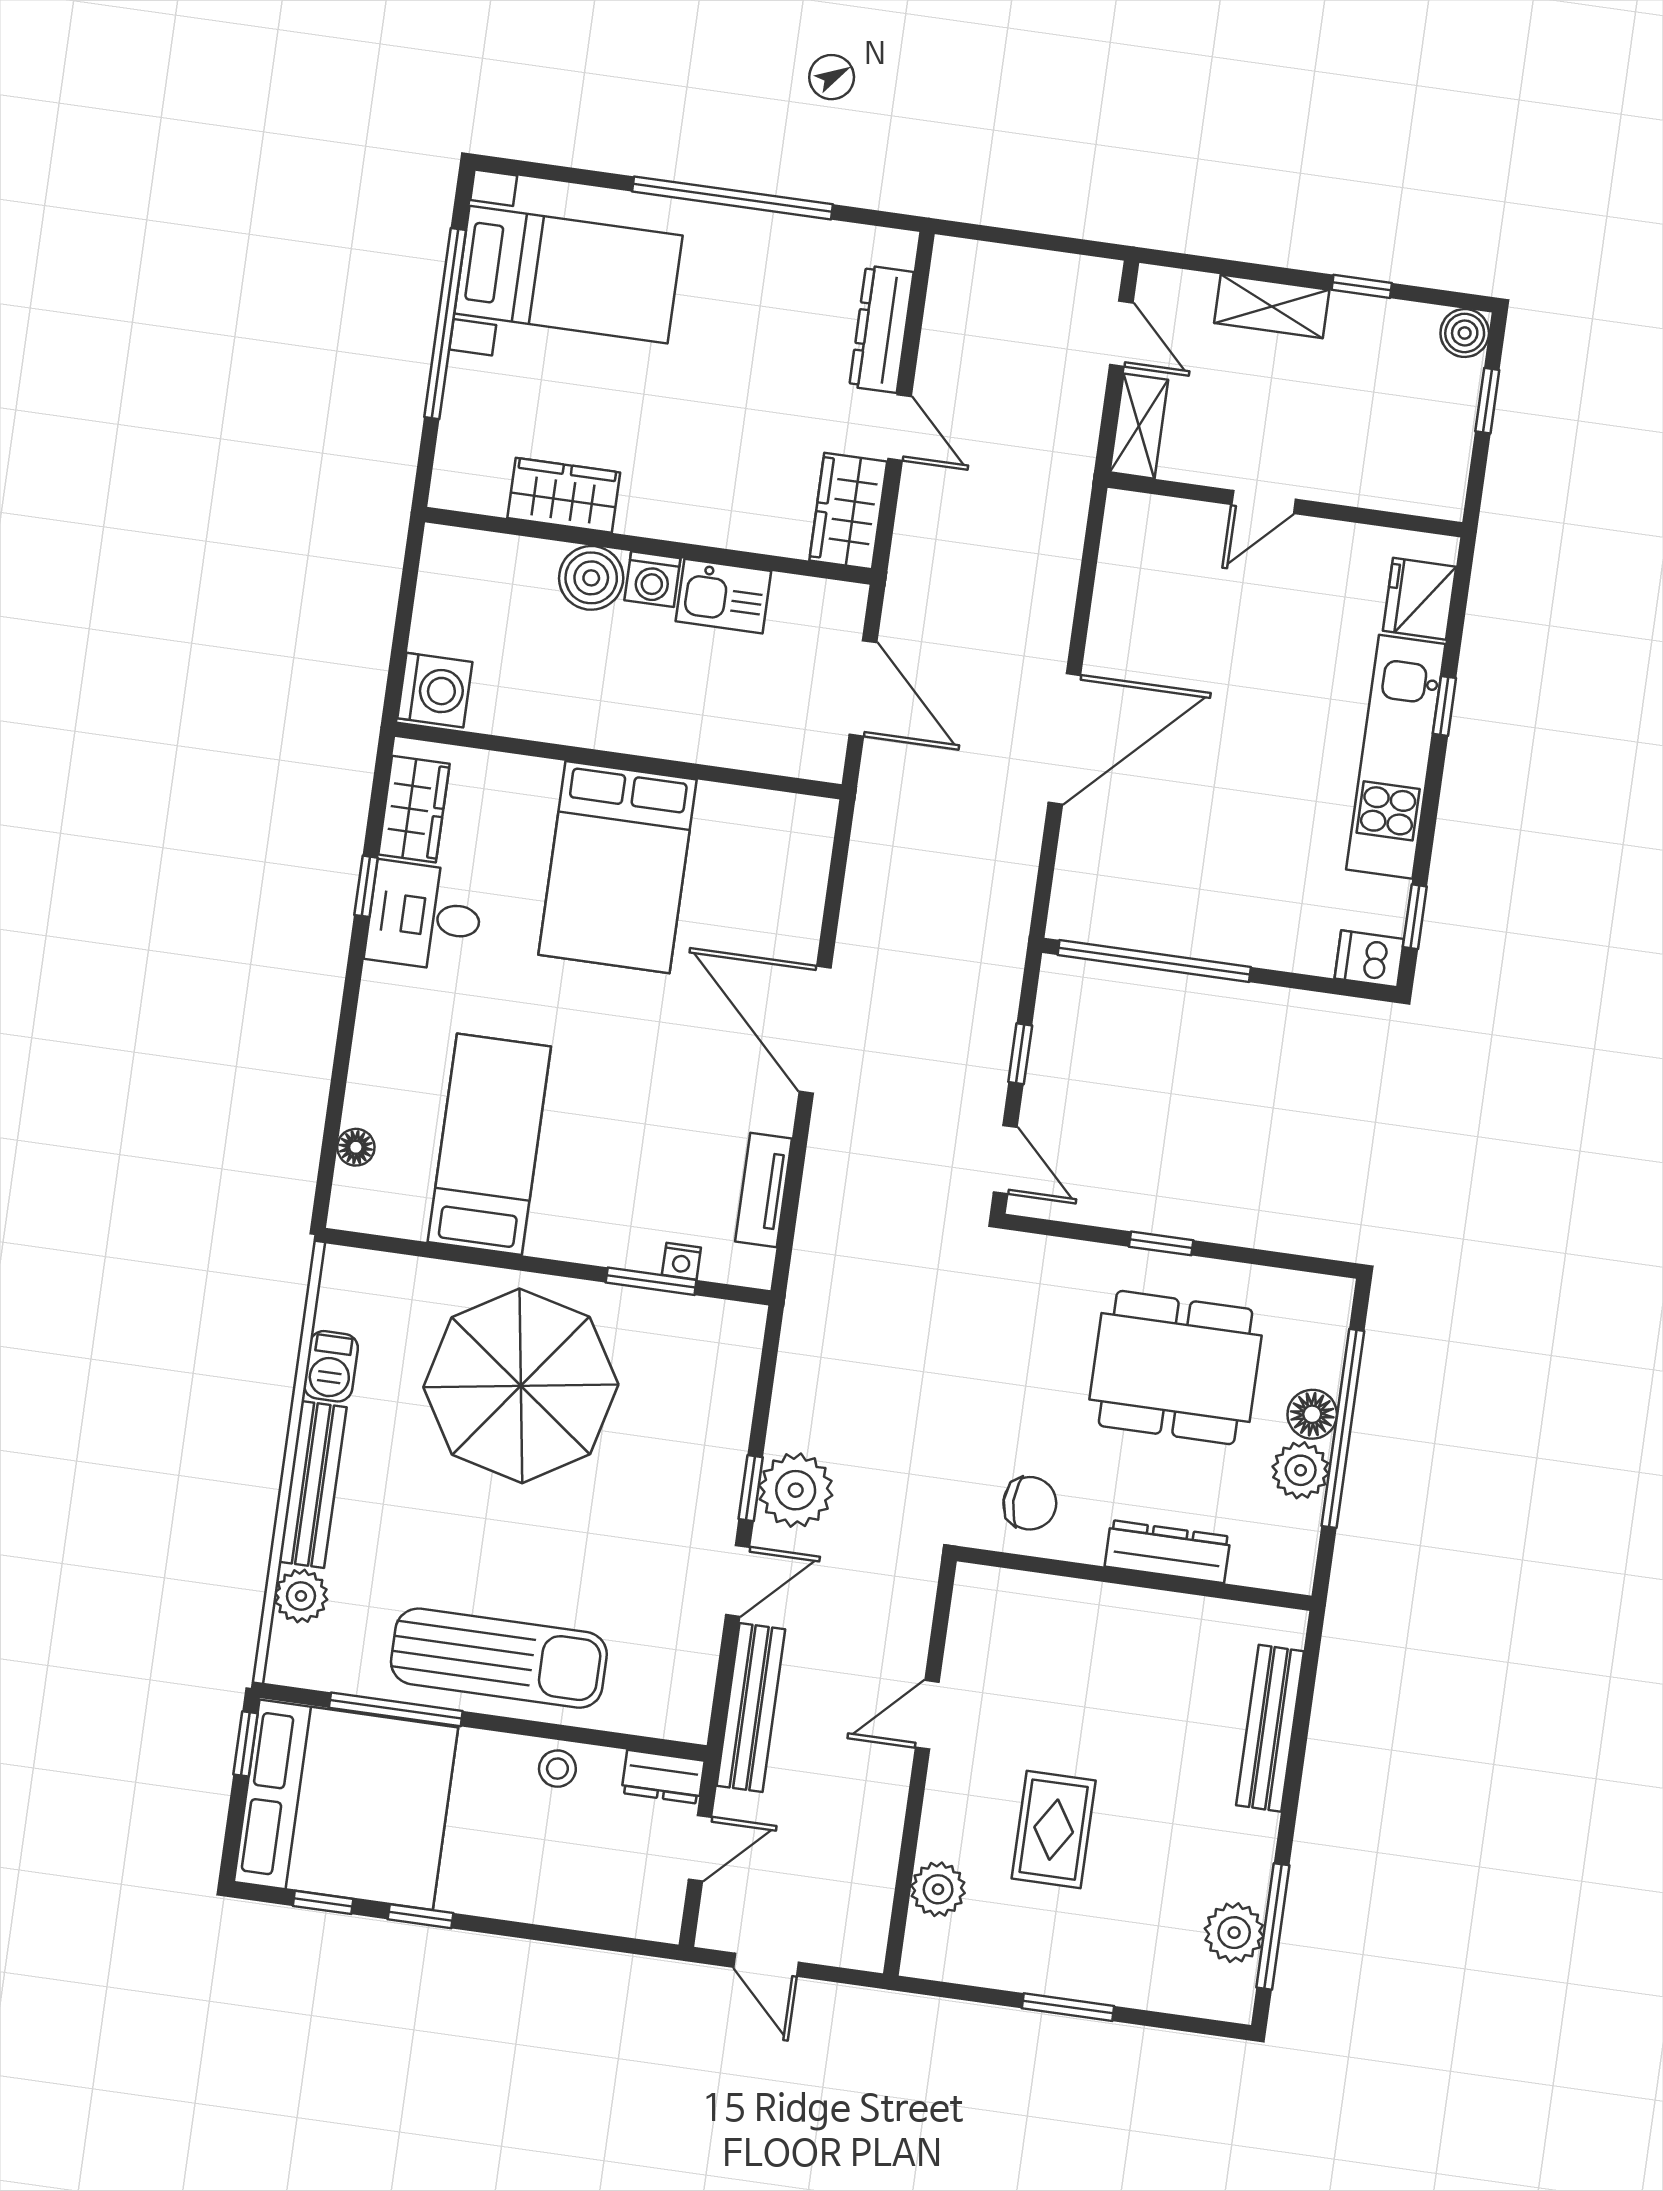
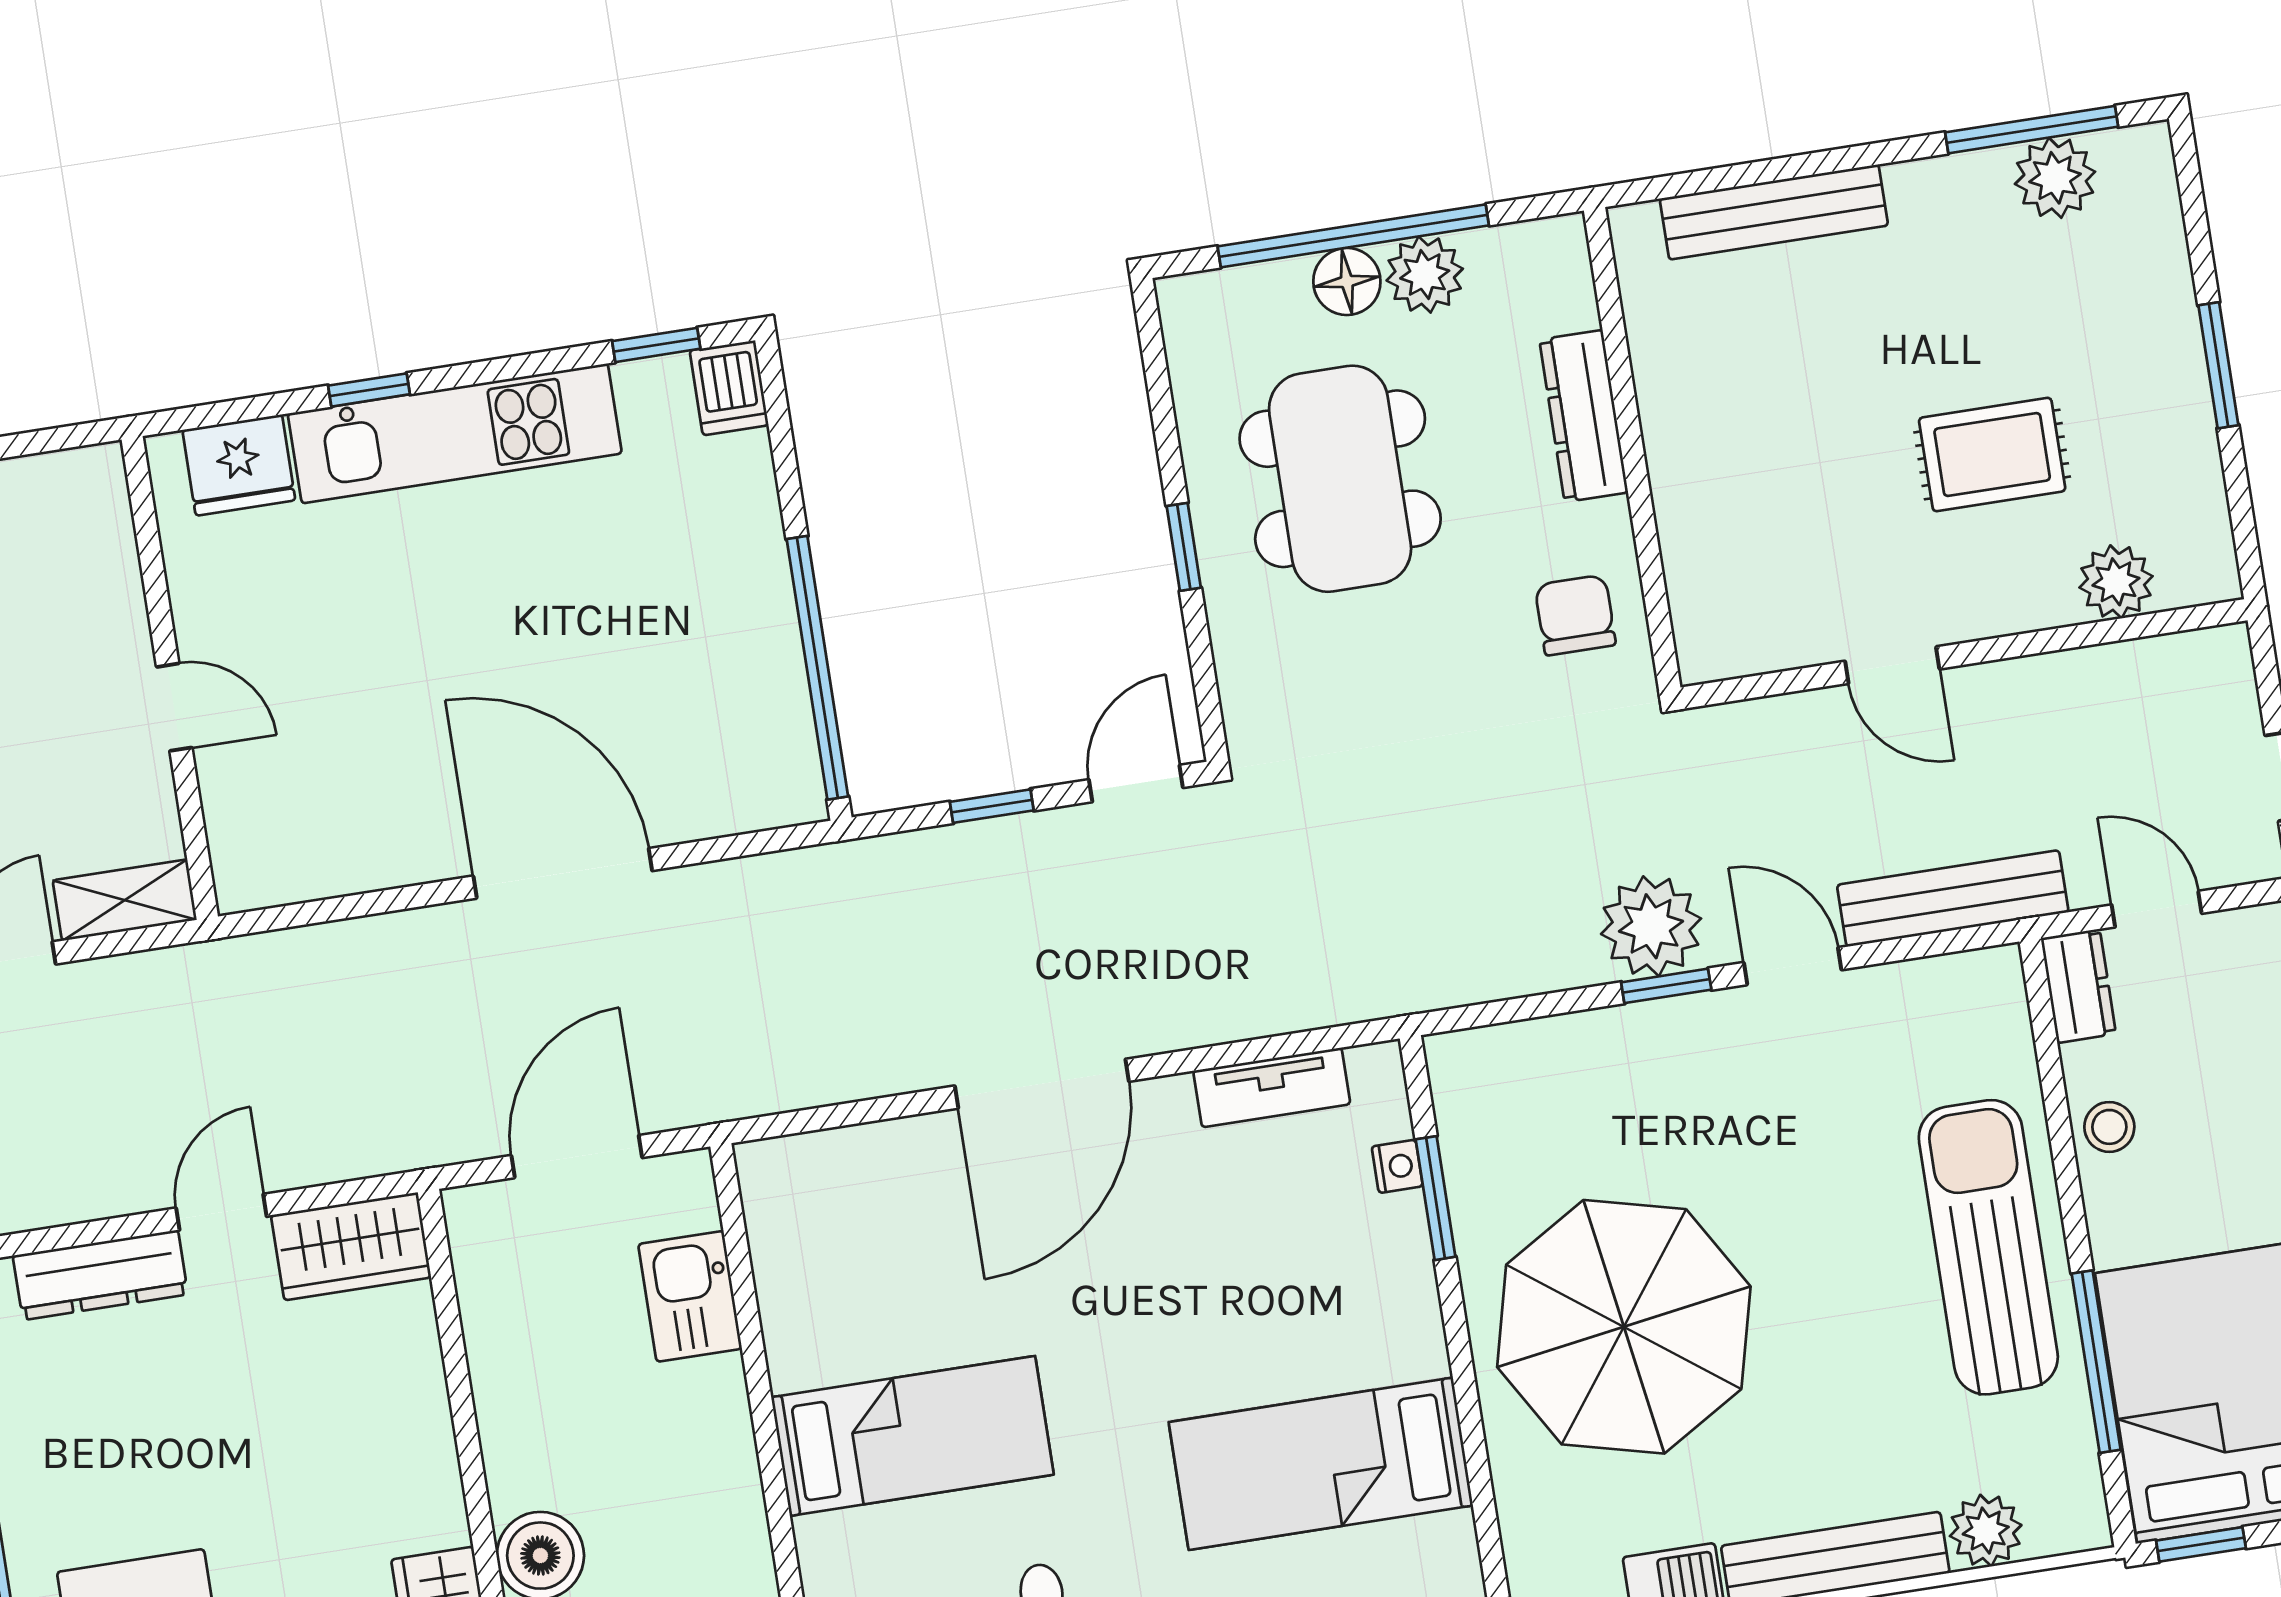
washing machine: (652, 579) -> (518, 1475), removed
kitchen sink: (723, 596) -> (690, 1296), moved, turned 180
bed: (618, 867) -> (912, 1436), width x0.67

